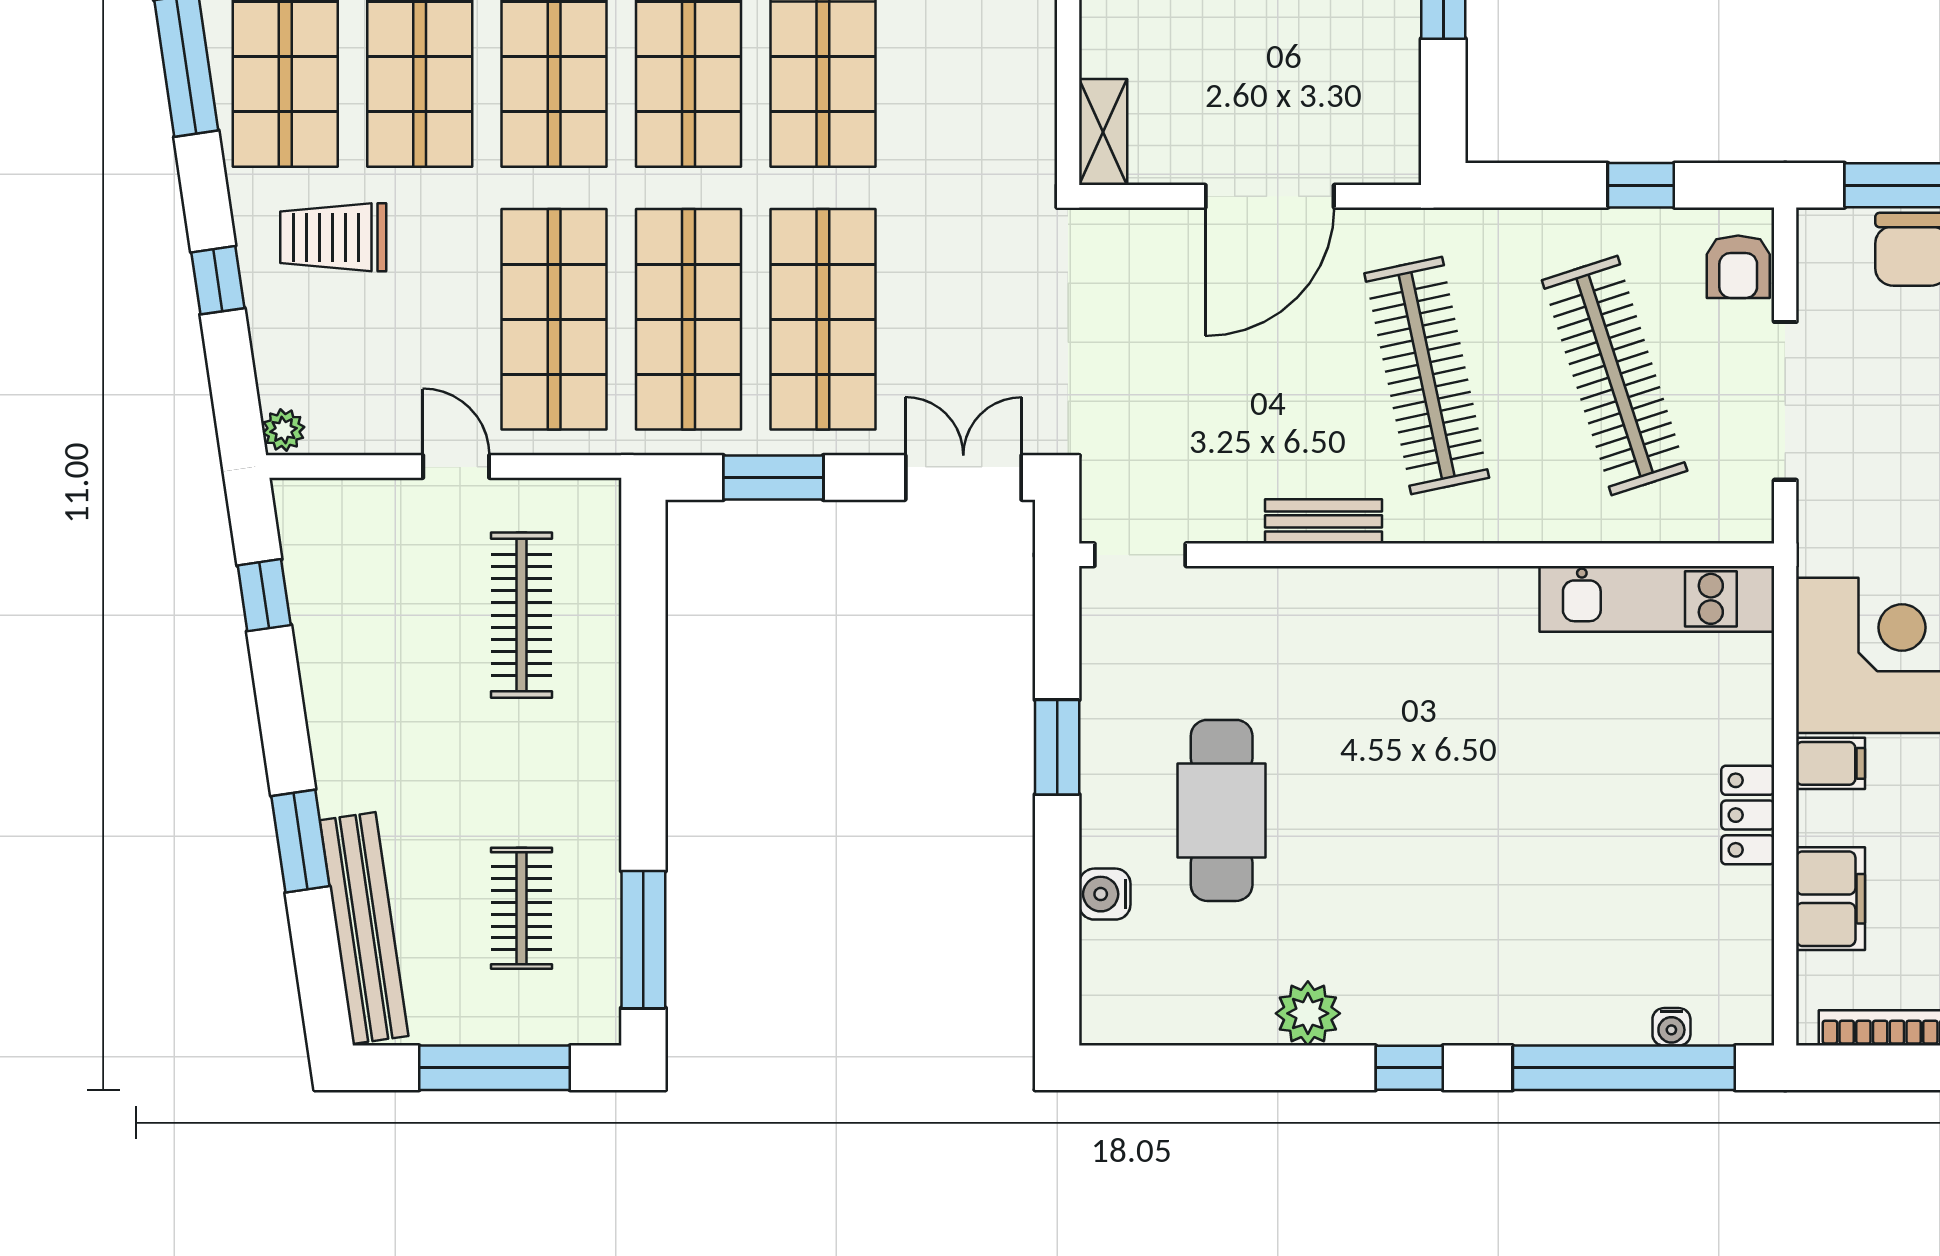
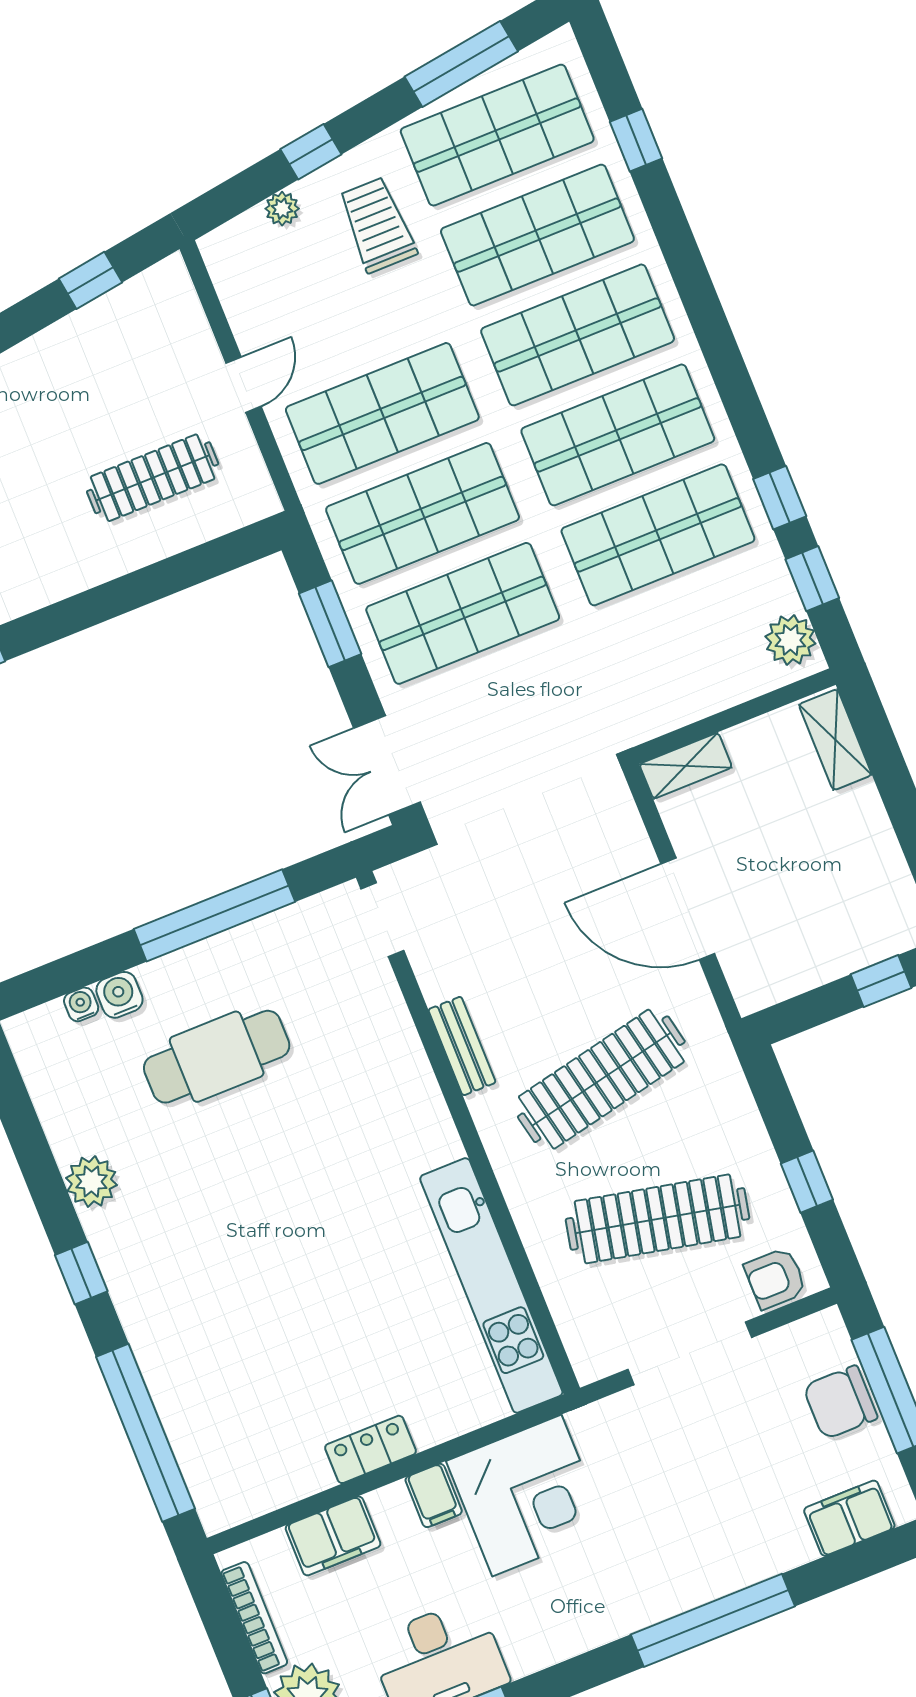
clothes rail: (1615, 375) -> (658, 1219), turned 30
plant: (284, 430) -> (282, 209), moved
double door: (963, 478) -> (387, 765), swing flipped
kitchen unit: (1657, 599) -> (491, 1285), width x1.36
window: (1057, 747) -> (214, 915), width x2.11
water cooler: (1671, 1027) -> (81, 1004), moved, turned 90

